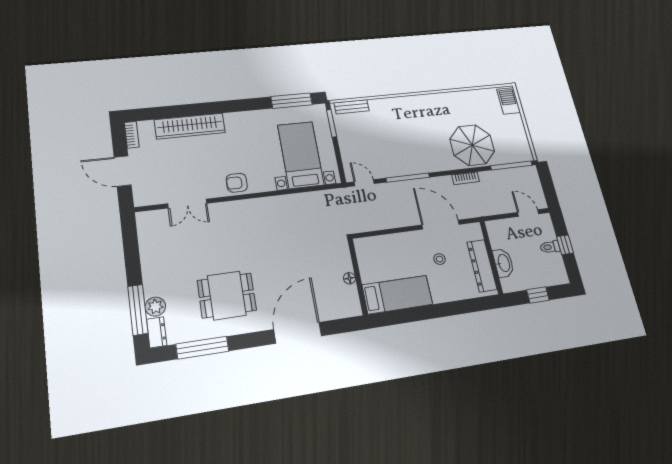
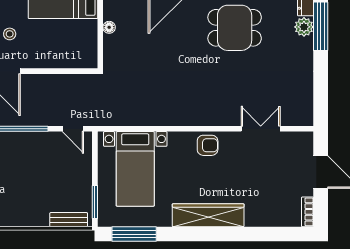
wardrobe: (190, 126) -> (208, 215), moved

